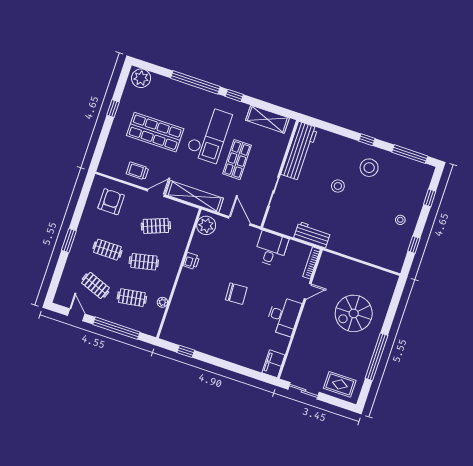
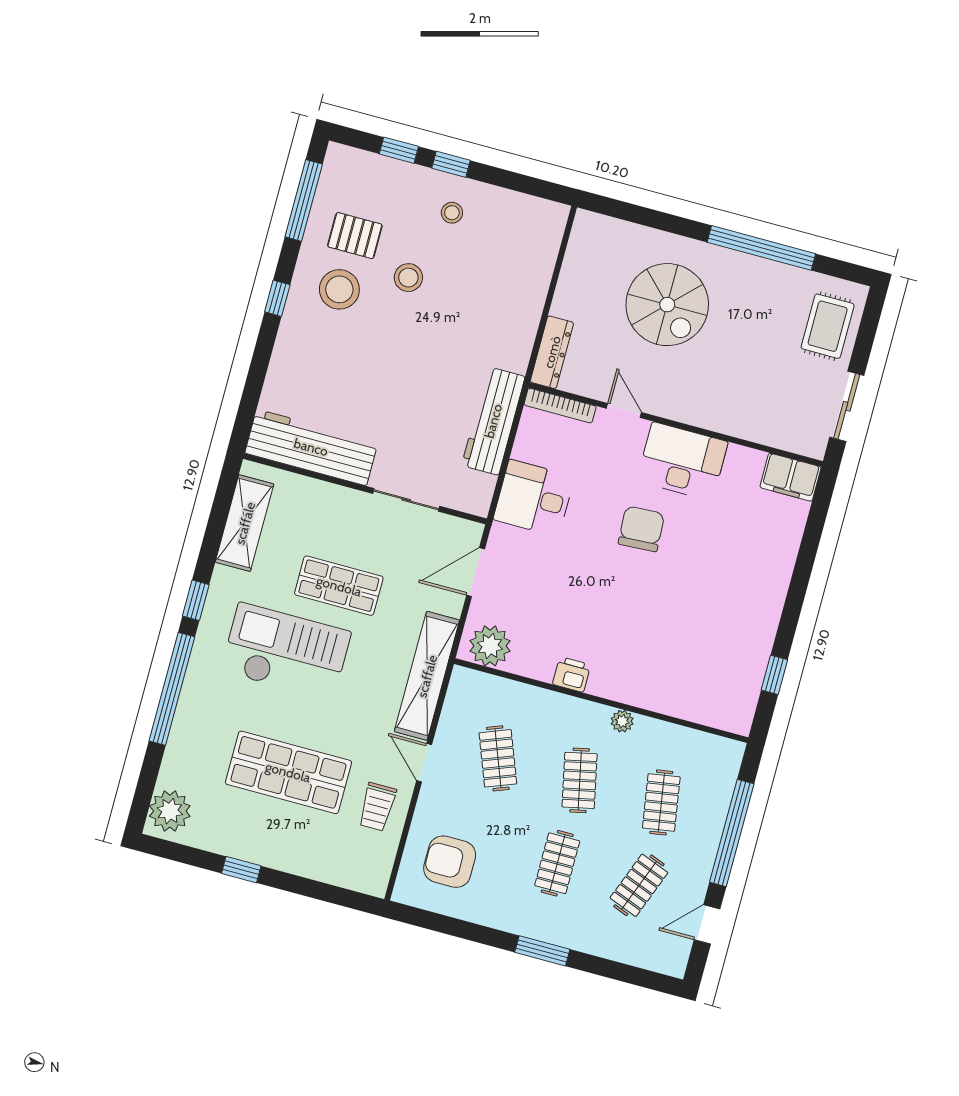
shop shelf: (155, 132) -> (288, 772), turned 90
pallet: (393, 176) -> (355, 236), added
stool: (338, 186) -> (408, 278), moved
workbench: (312, 235) -> (493, 421), width x1.37
window: (414, 245) -> (451, 164), moved
dresser: (335, 261) -> (552, 352), added
chair: (236, 294) -> (641, 529), moved
plant: (162, 302) -> (622, 721), moved

